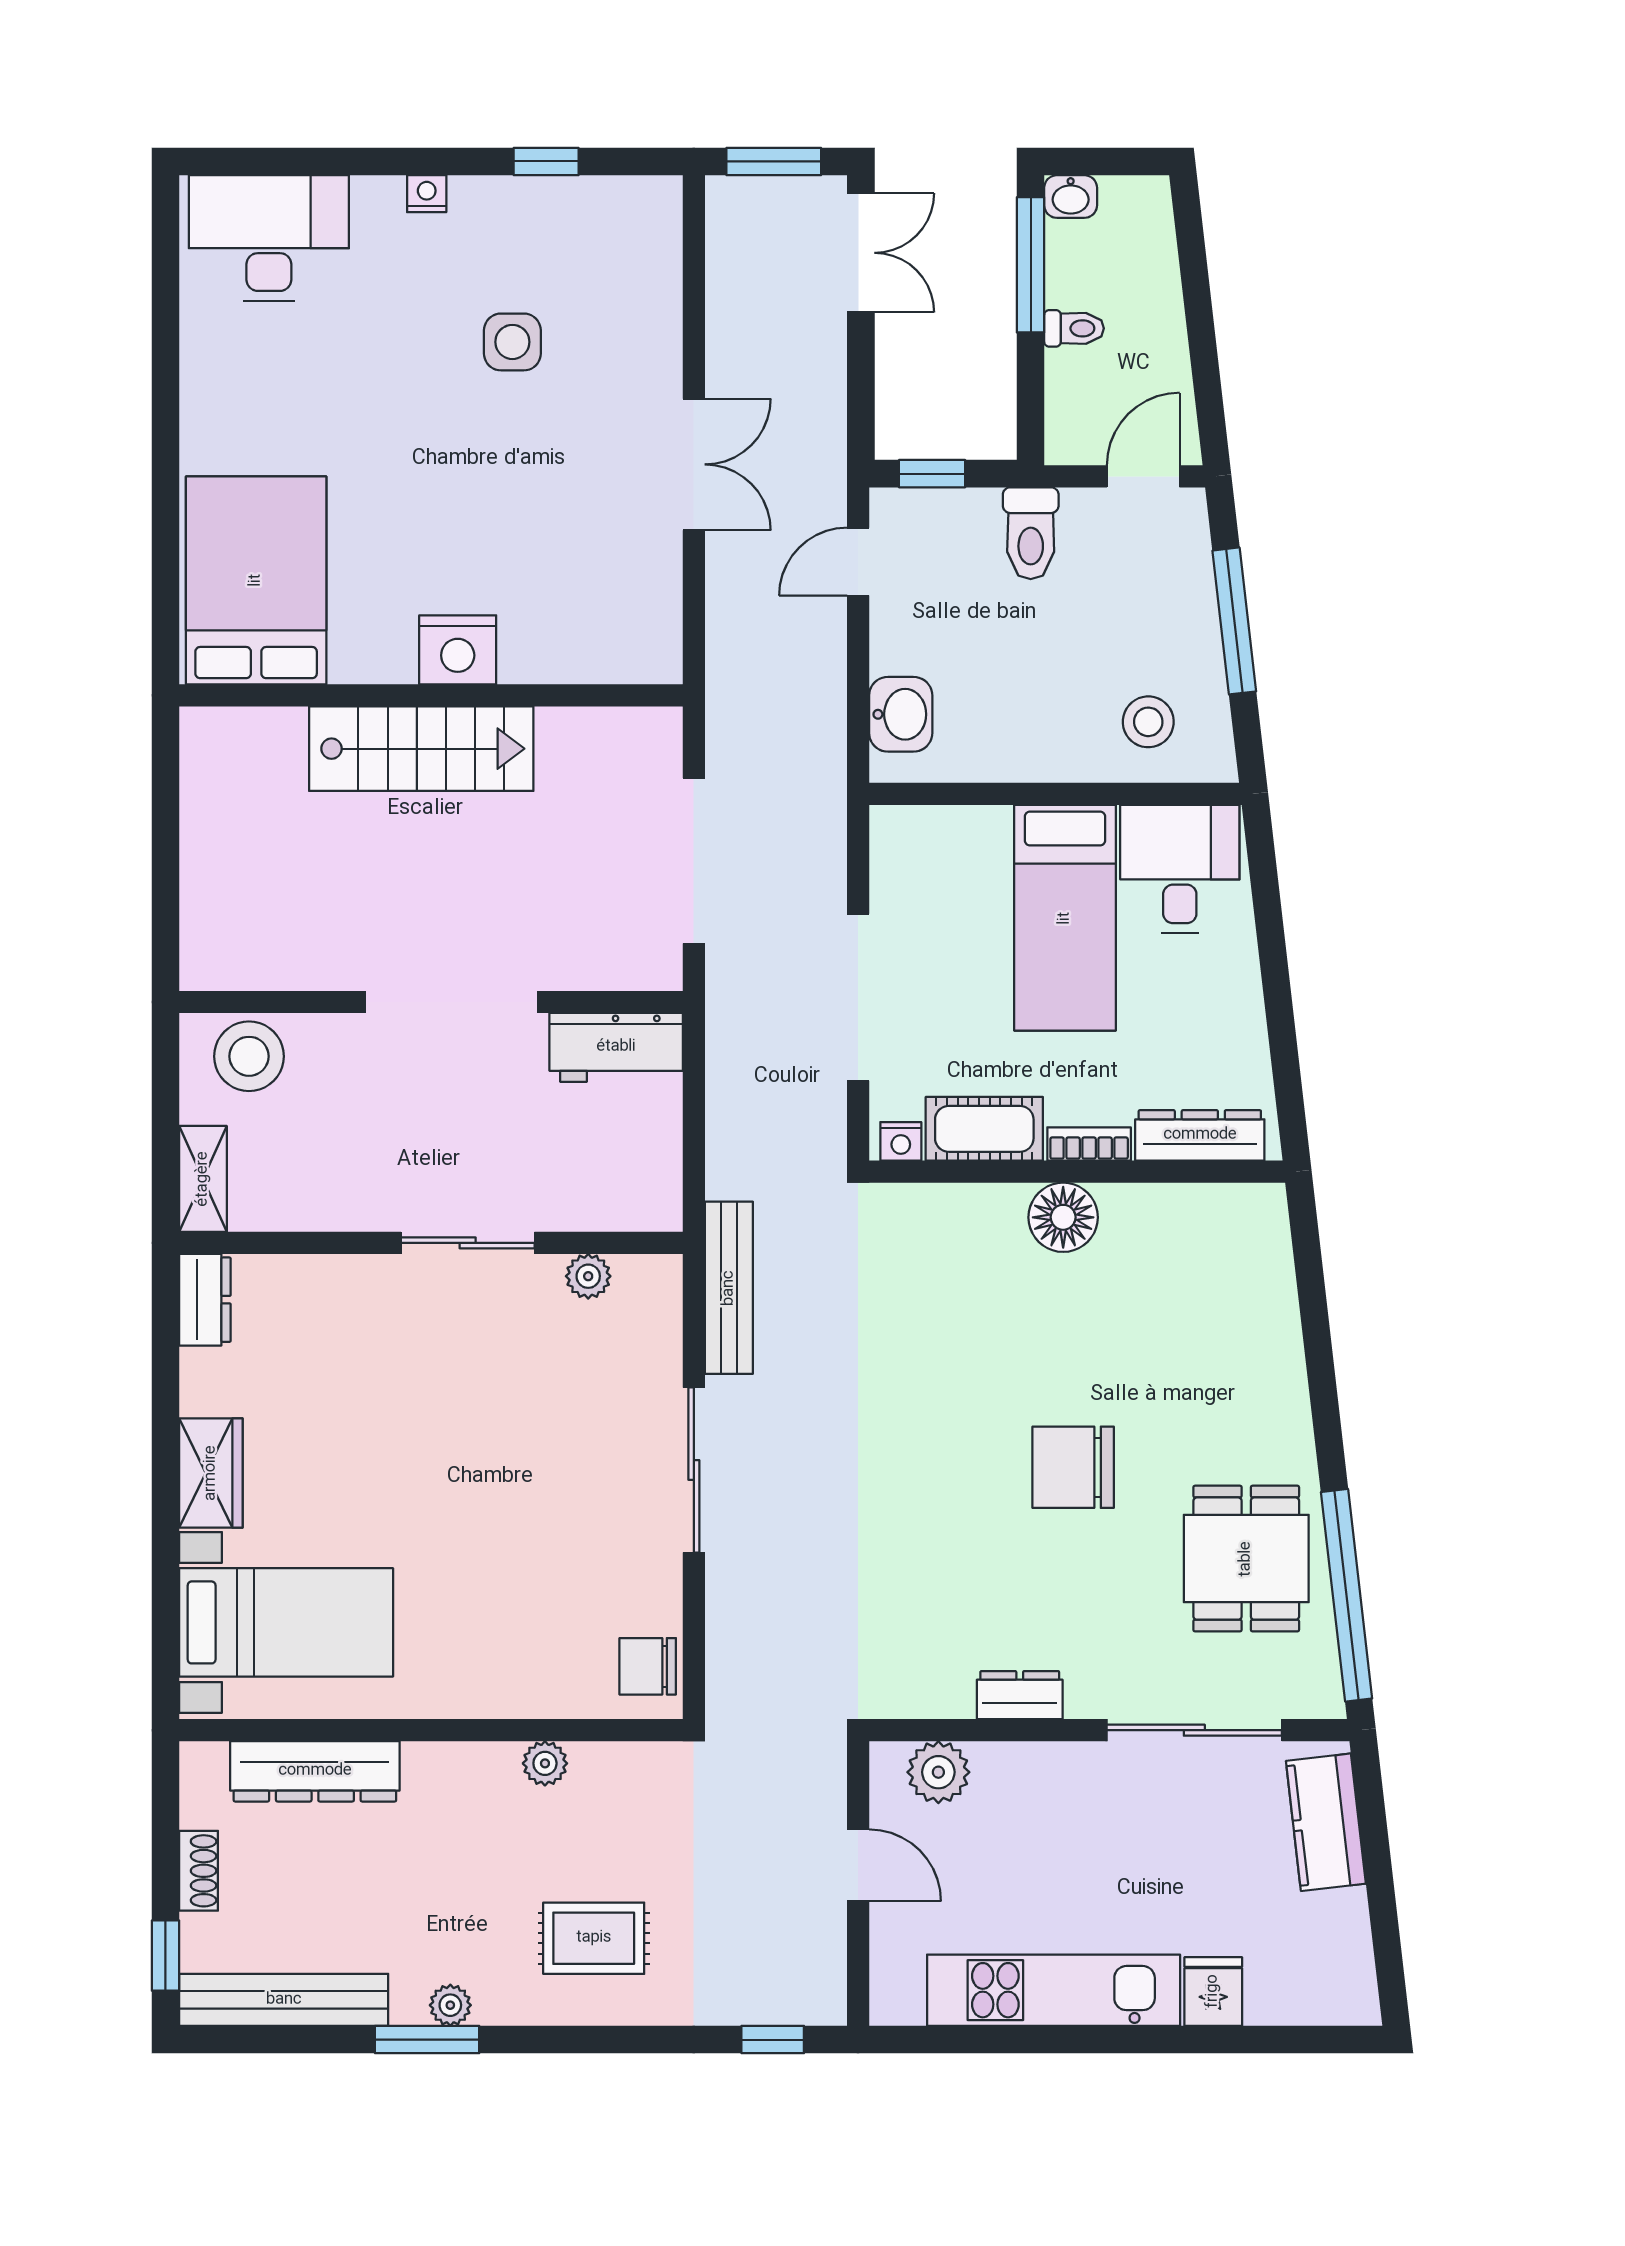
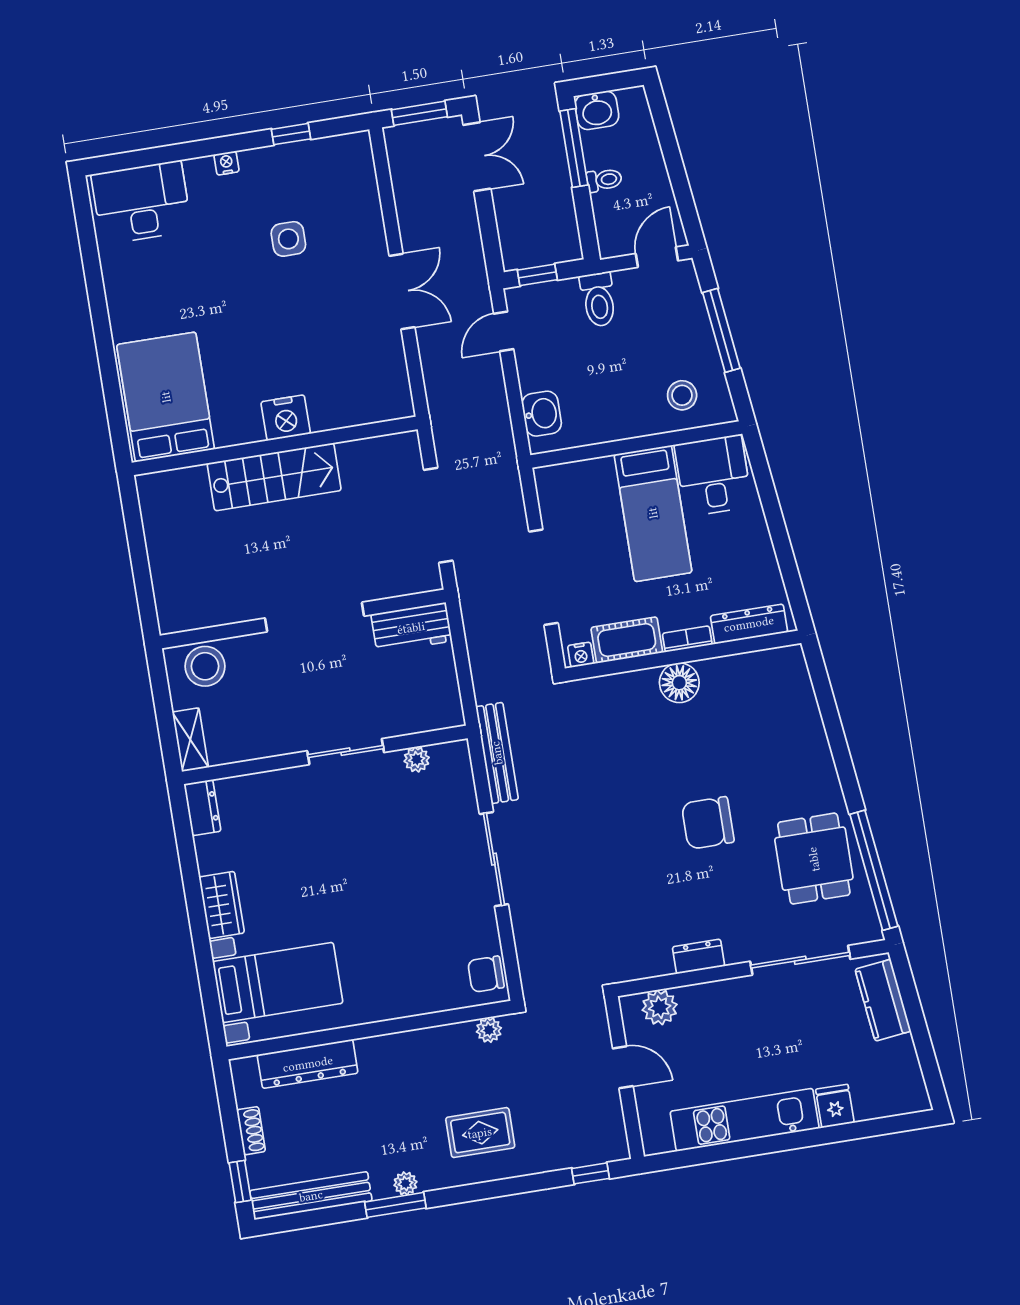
washbasin: (1071, 197) -> (597, 110), width x1.38, depth x1.45
plant: (545, 1763) -> (489, 1030), moved

